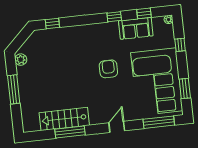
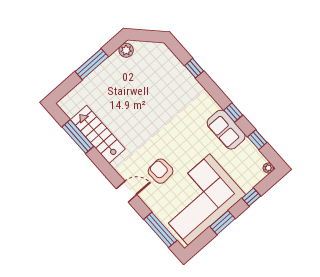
window: (52, 24) -> (194, 68), moved
sofa: (136, 28) -> (226, 130), moved
armchair: (108, 69) -> (161, 171), moved, turned -94
window: (185, 88) -> (222, 223), moved
window: (70, 132) -> (78, 137), moved

